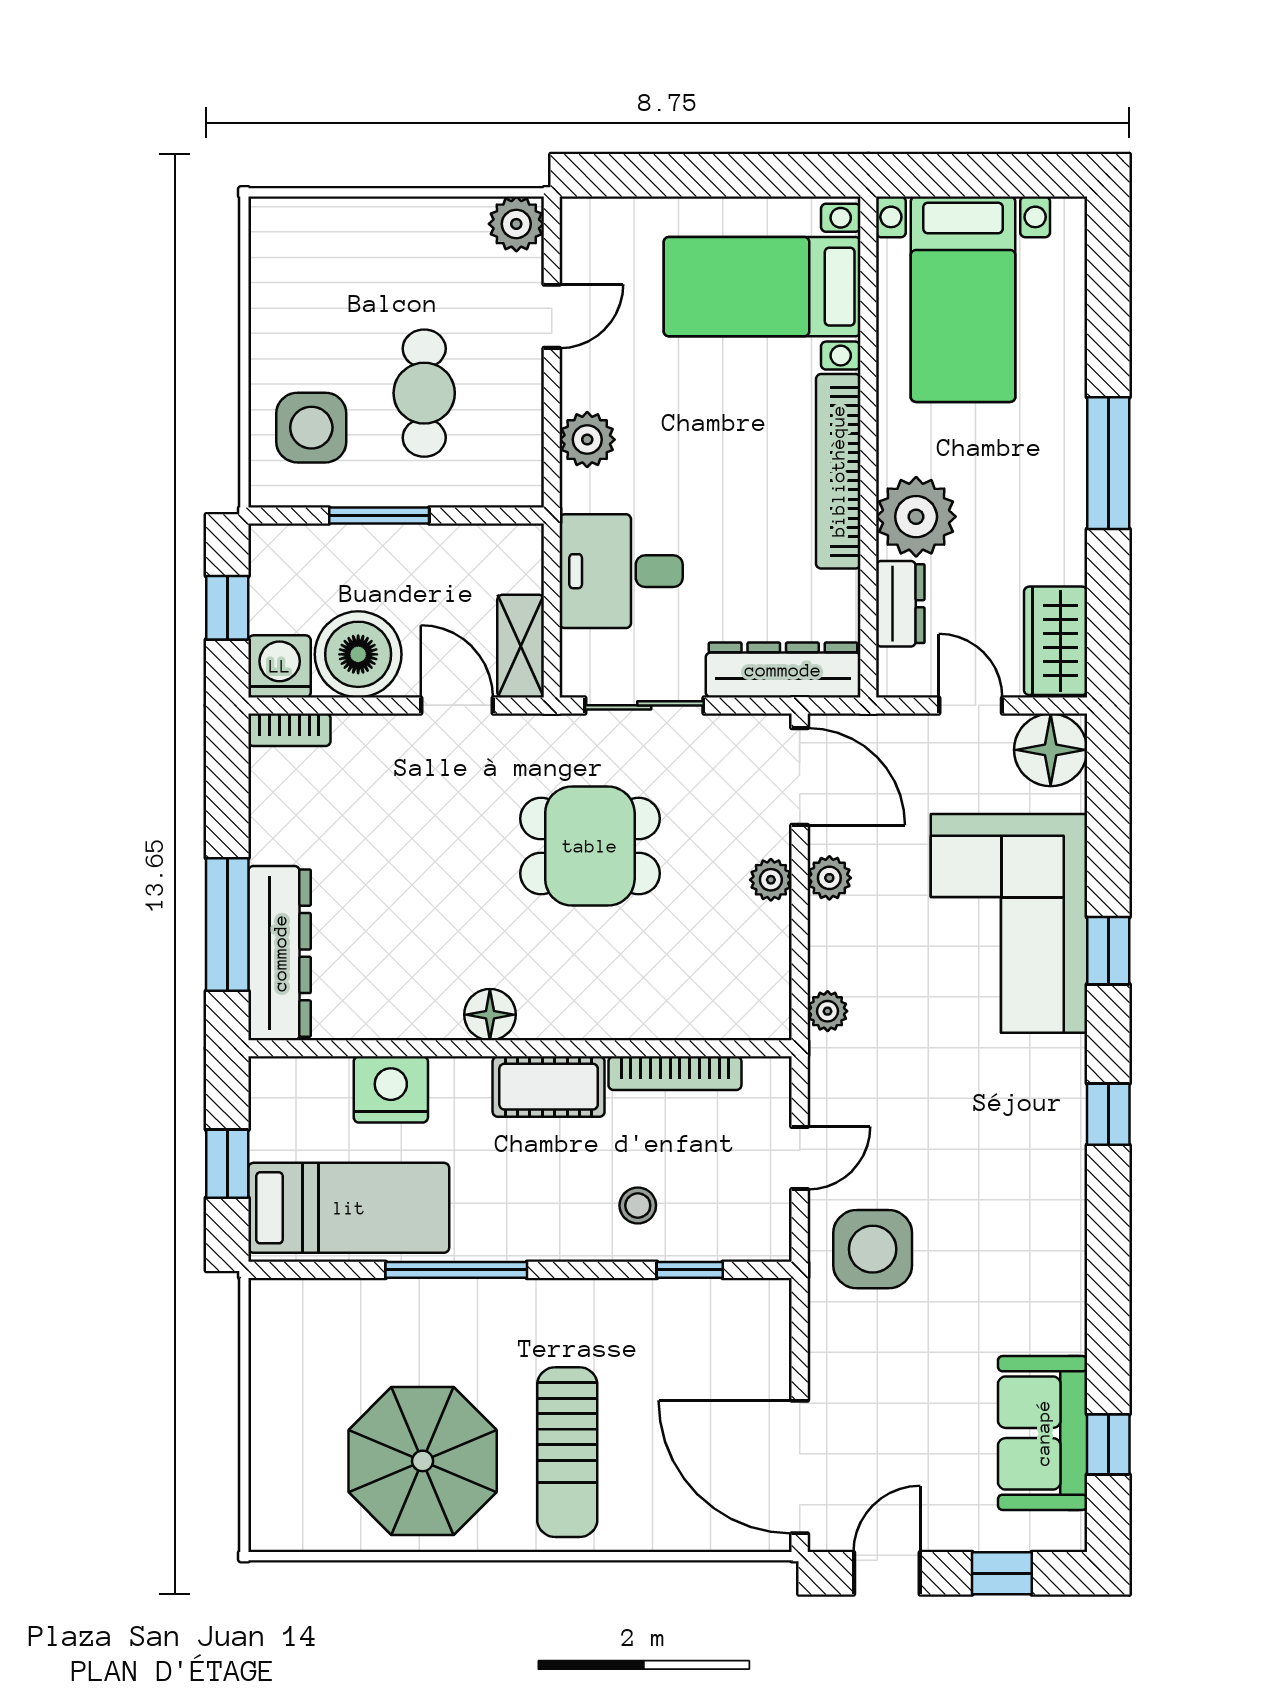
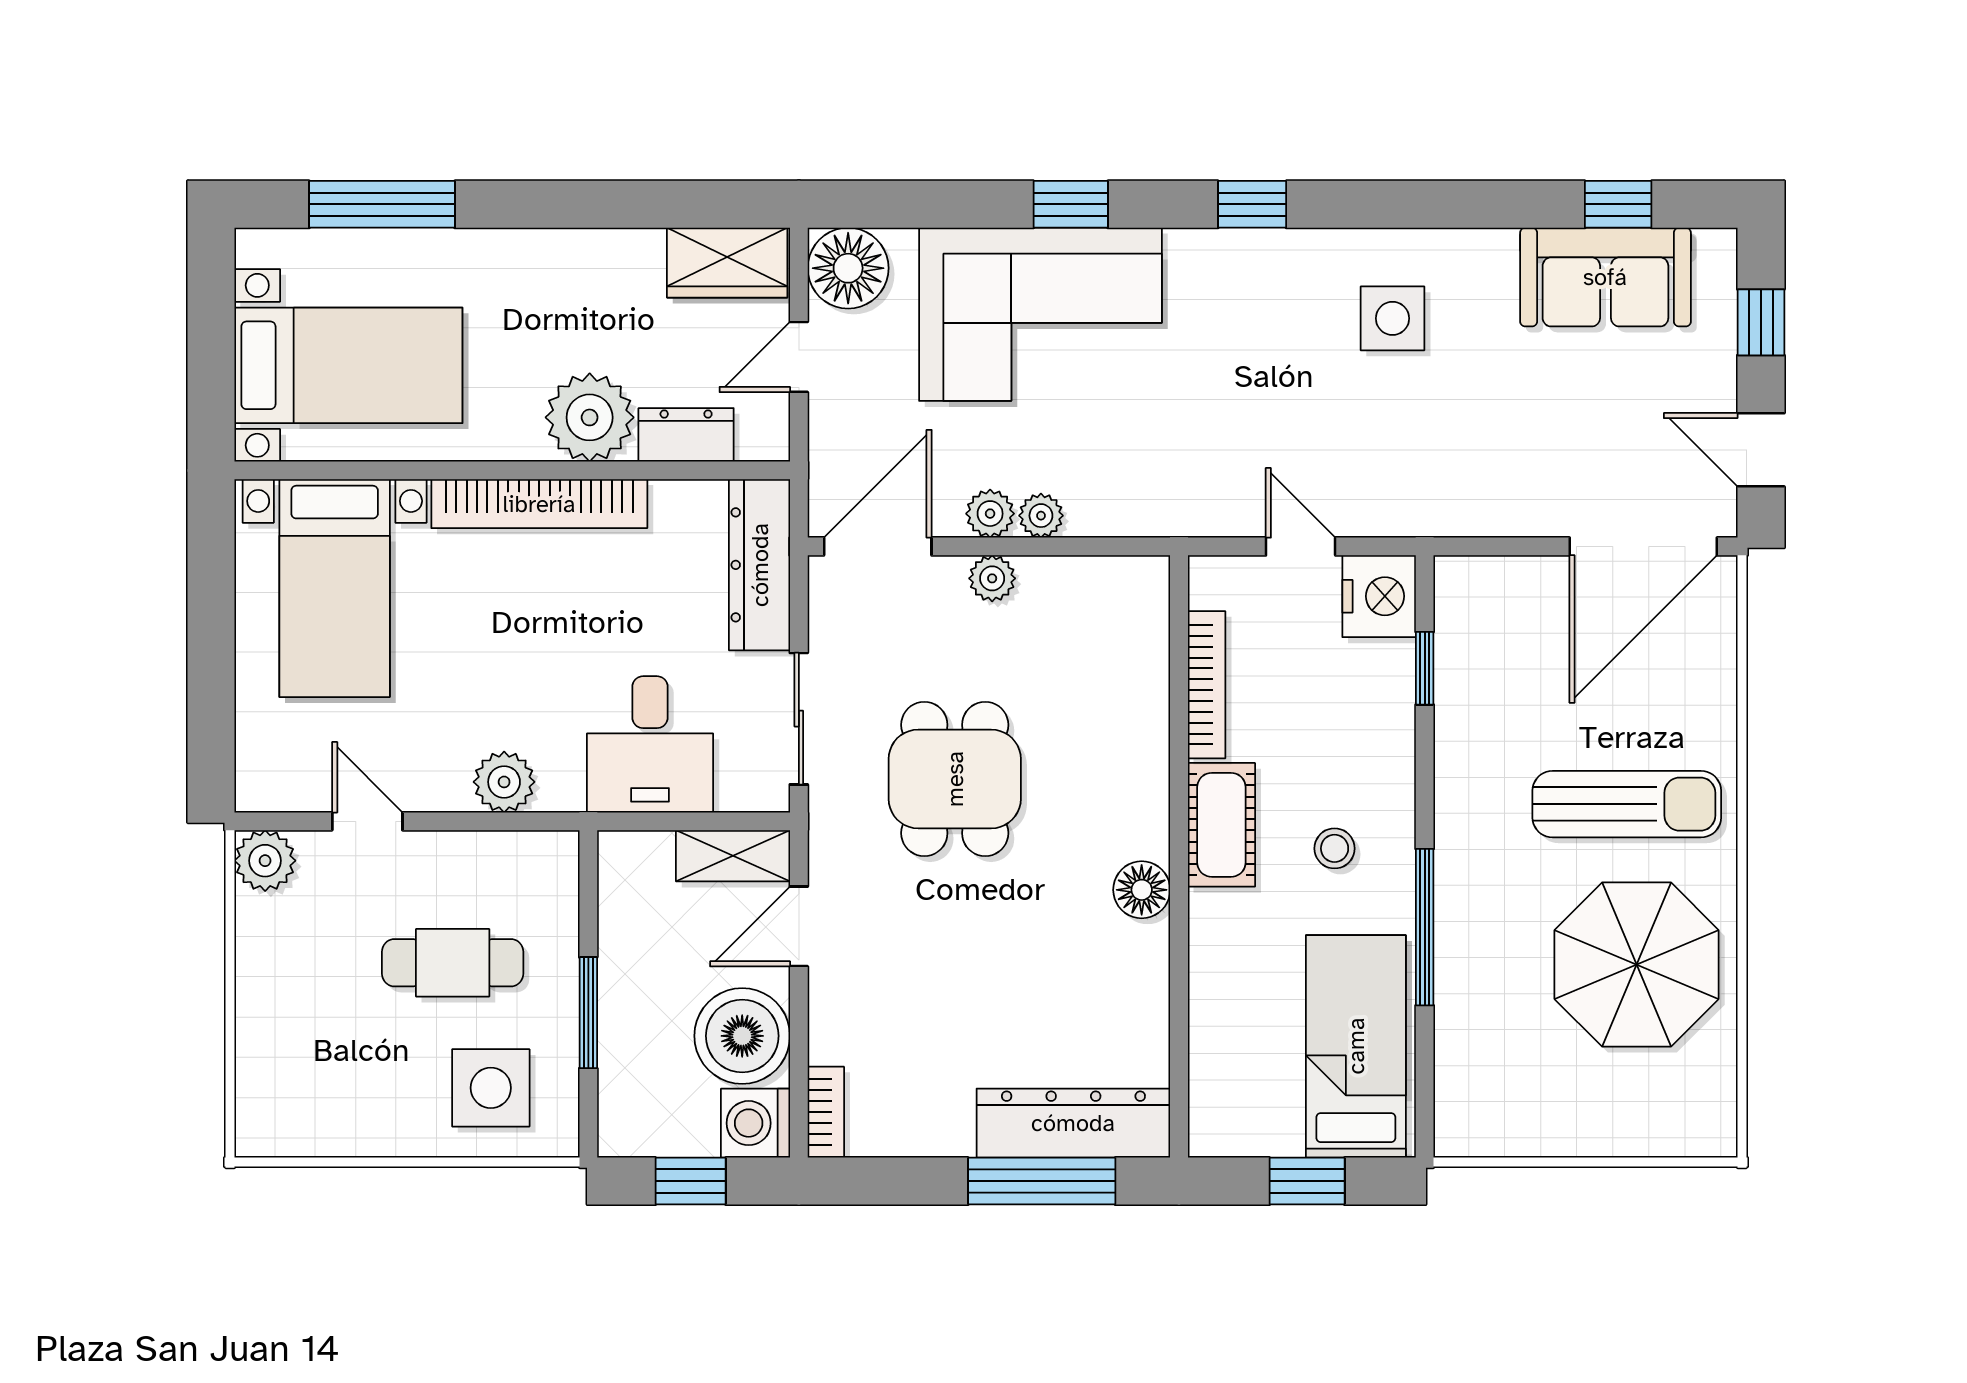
window: (1108, 463) -> (382, 204), moved
plant: (828, 1011) -> (1041, 516), moved
nightstand: (391, 1089) -> (1379, 596), moved, turned 180
stool: (638, 1205) -> (1335, 848), moved
side table: (873, 1249) -> (1392, 318), moved, width x0.73, depth x0.73

